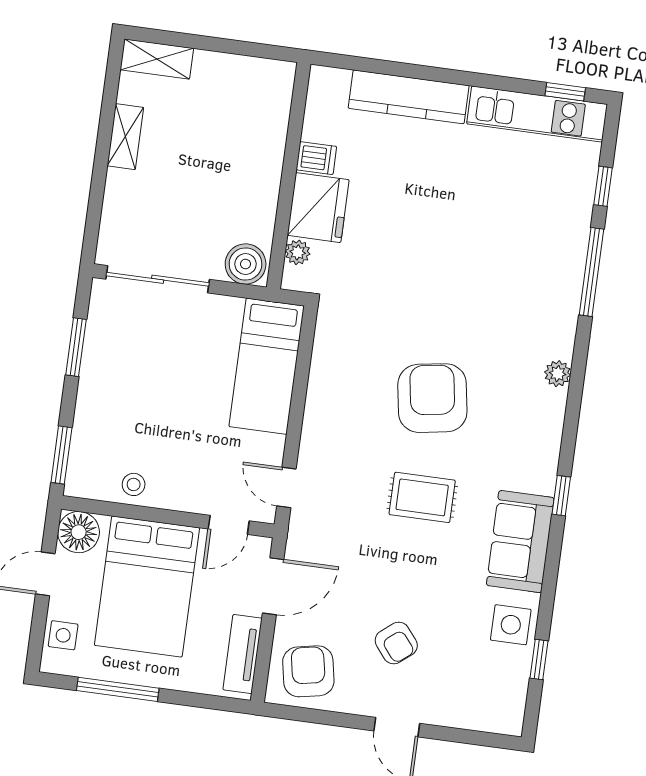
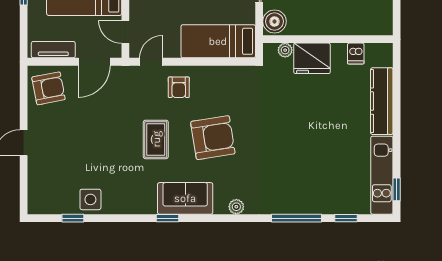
dishwasher: (316, 158) -> (356, 54), moved
sofa: (520, 542) -> (185, 198), moved
door: (273, 586) -> (94, 62), hinge flipped
armchair: (396, 643) -> (179, 87), moved, turned -51

